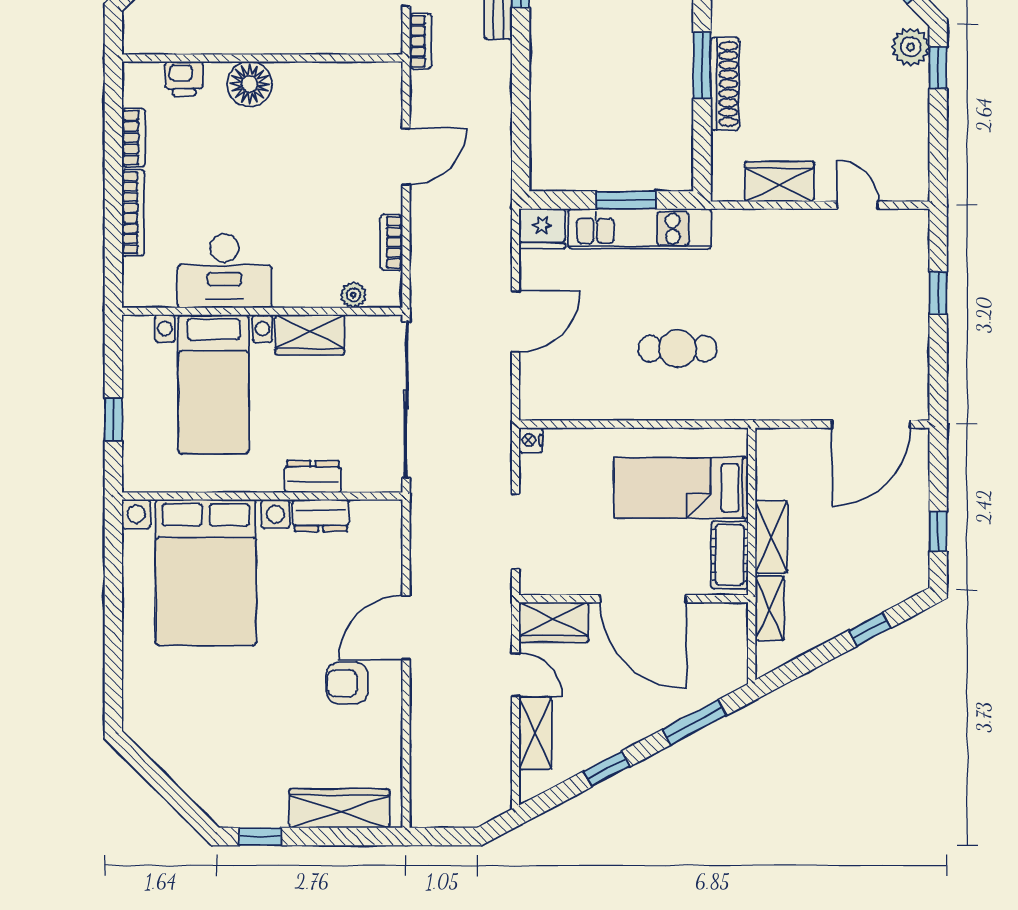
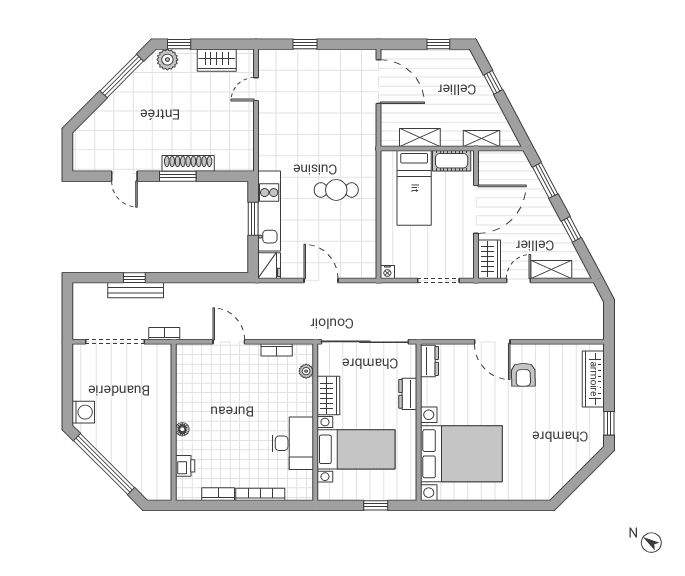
floor lamp: (250, 84) -> (182, 429), width x0.53, depth x0.53
wardrobe: (779, 182) -> (217, 60), moved, turned -90
cafe table: (677, 349) -> (336, 190), turned 90
dresser: (321, 515) -> (429, 361), moved
shelving: (771, 537) -> (420, 137), moved

